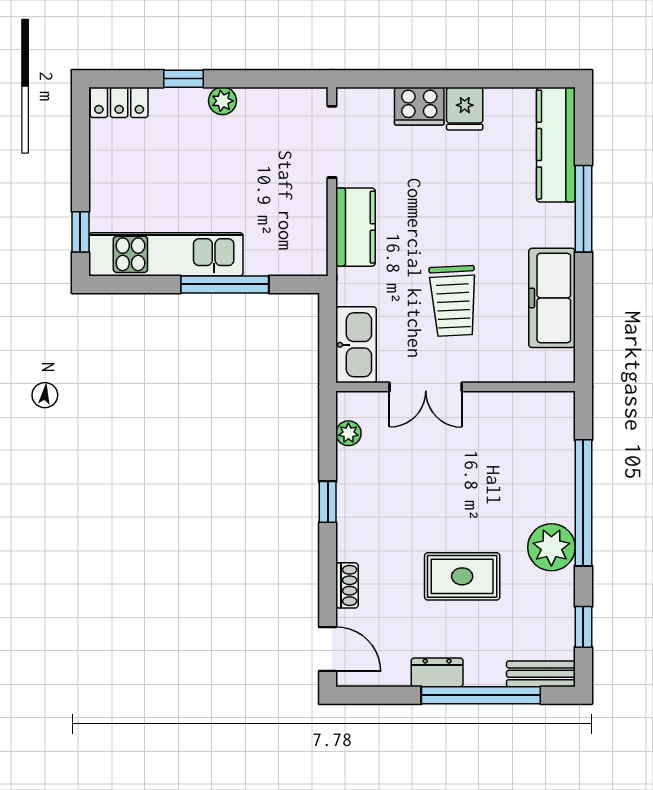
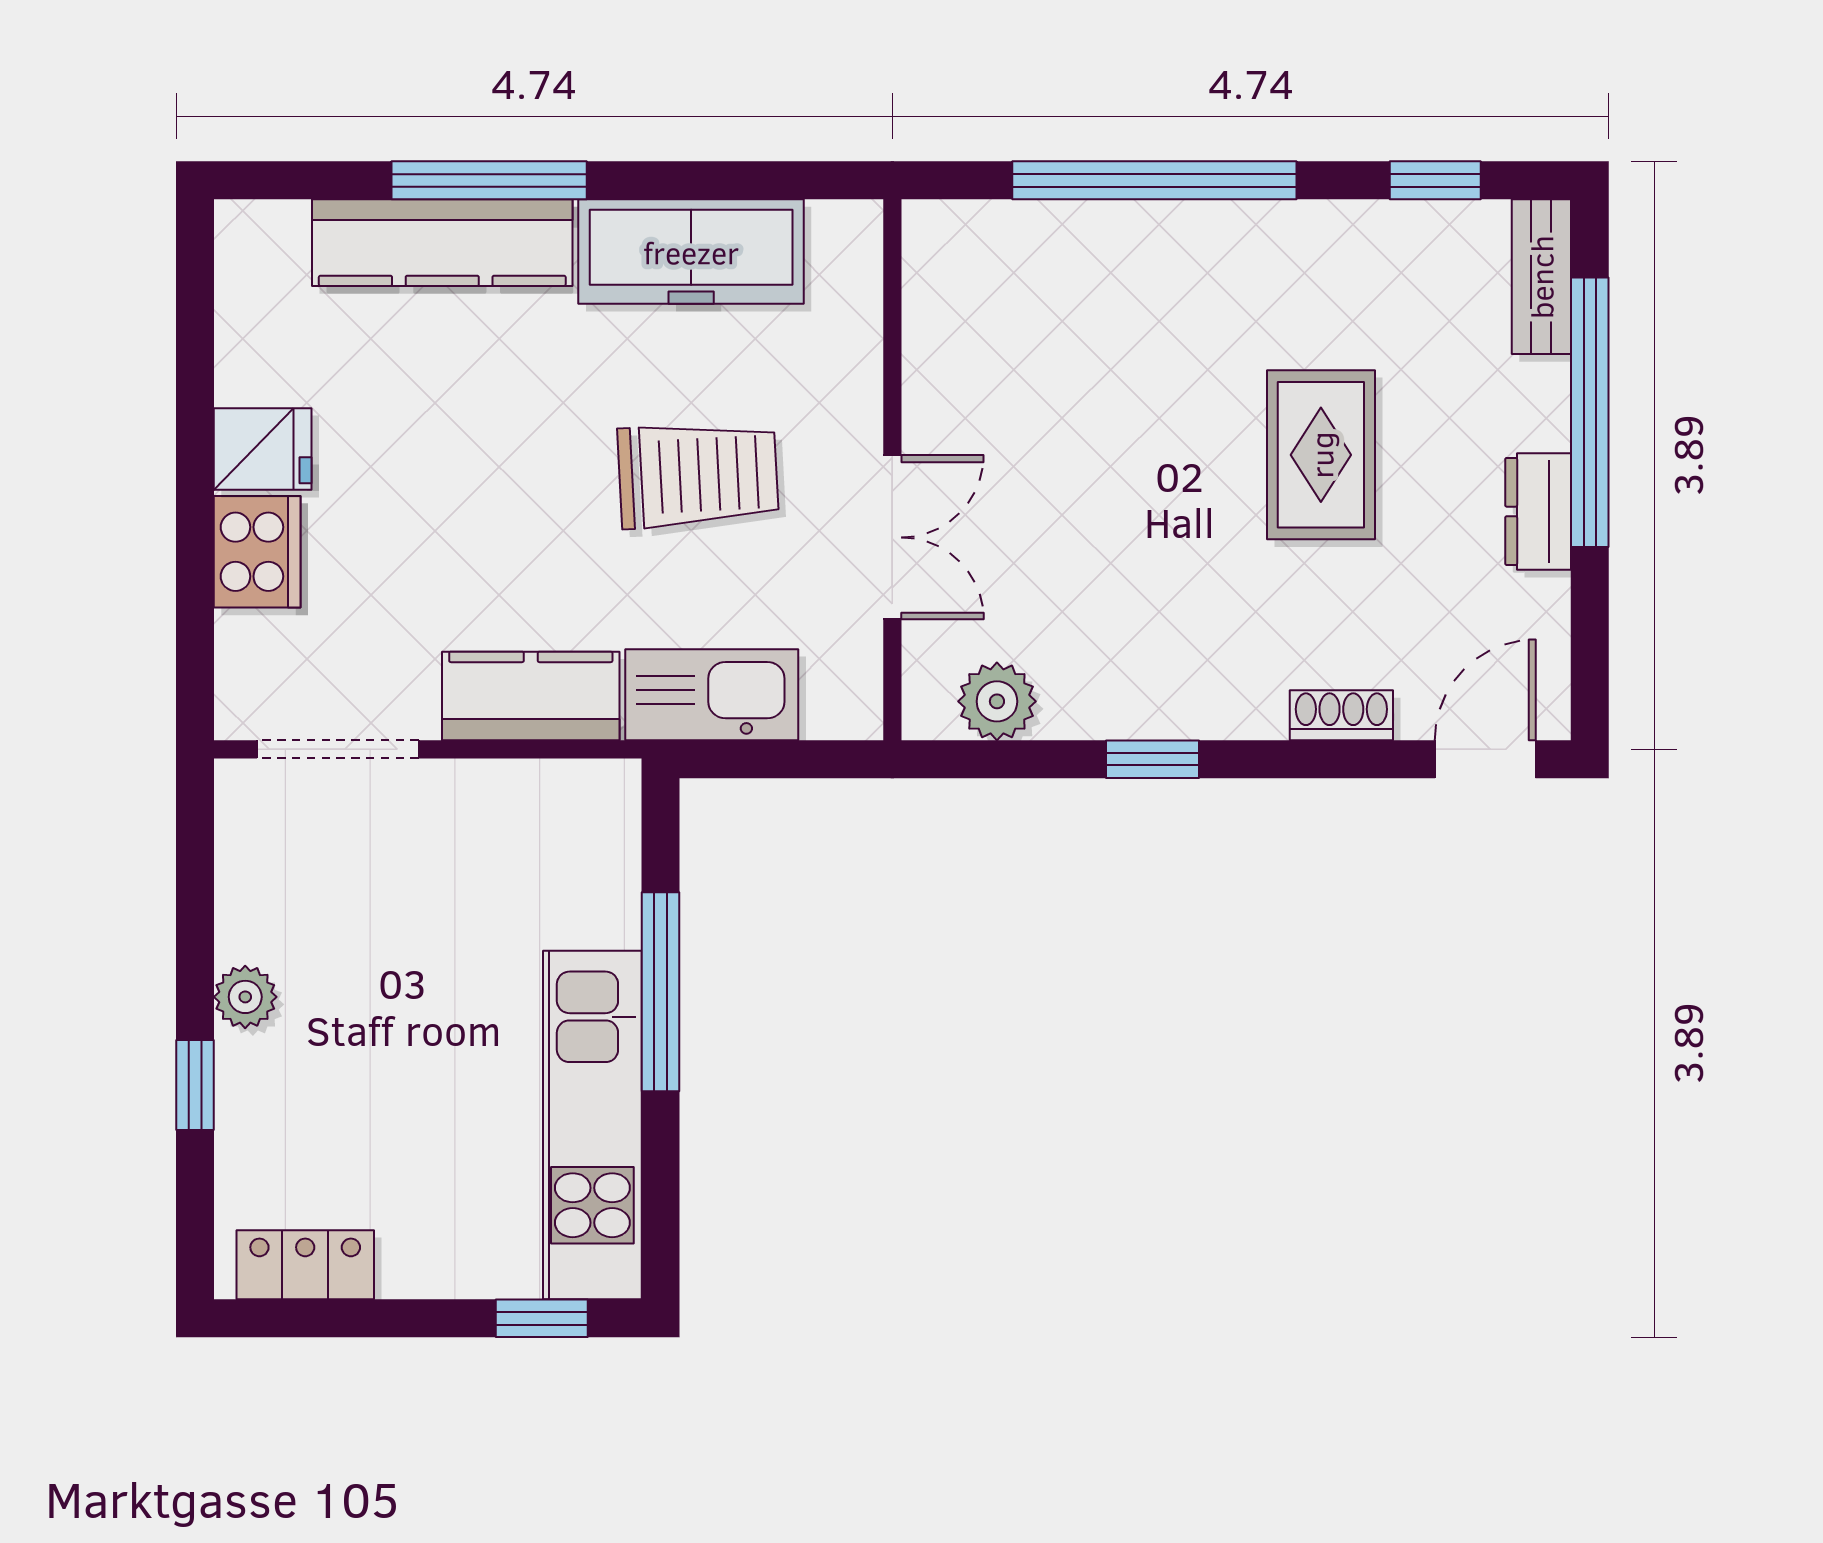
locker: (119, 102) -> (305, 1265), moved, turned -90
kitchen counter: (556, 145) -> (442, 243), moved
kitchen sink: (356, 345) -> (712, 695), moved
plant: (348, 433) -> (997, 701), width x1.38, depth x1.38
plant: (551, 547) -> (1255, 253), removed

